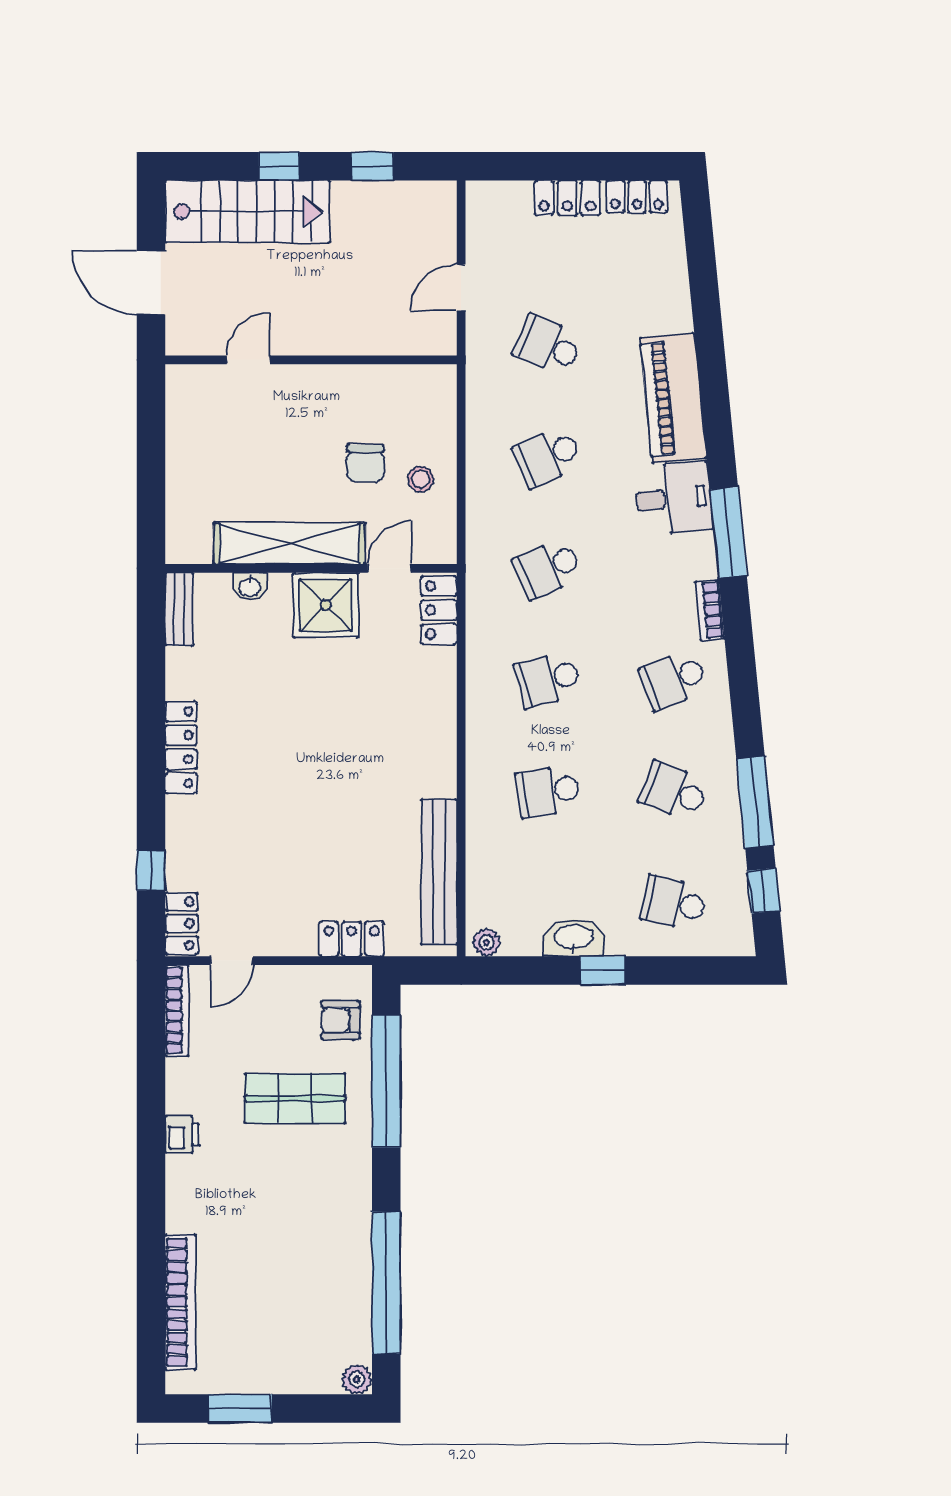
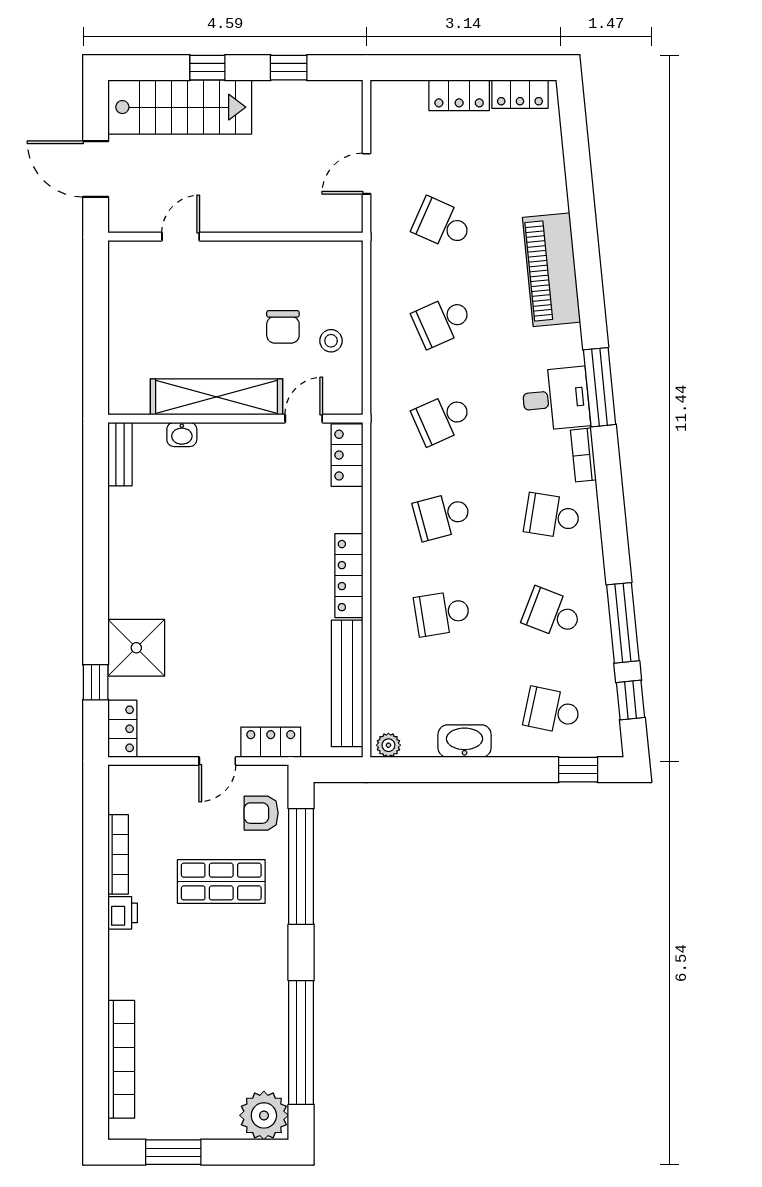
desk: (673, 498) -> (556, 399), moved
shower: (326, 605) -> (136, 648), moved
school desk: (674, 680) -> (552, 516), turned 30
locker: (181, 747) -> (349, 576), moved, turned 180
door: (232, 961) -> (217, 761), moved
window: (603, 970) -> (578, 770), moved
bookcase: (177, 1010) -> (118, 854), moved
plant: (357, 1380) -> (264, 1115), width x1.88, depth x1.88

